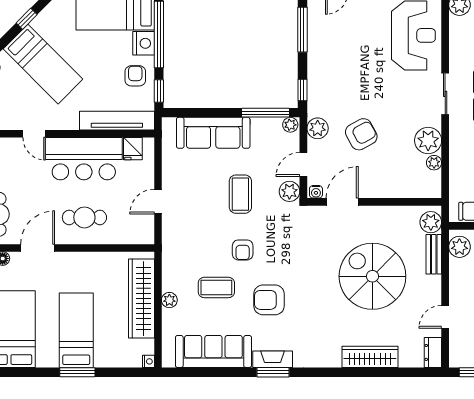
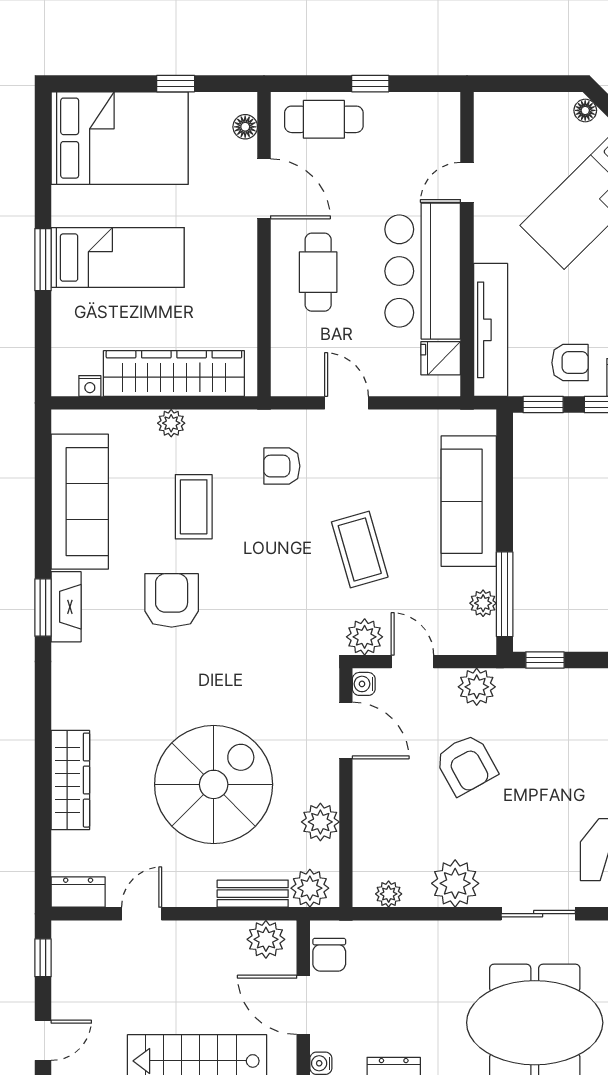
plant: (290, 125) -> (483, 603), moved
plant: (434, 163) -> (389, 894), moved
coffee table: (240, 194) -> (360, 549), turned 74
plant: (394, 216) -> (320, 822), added
armchair: (243, 250) -> (282, 466), moved
door: (445, 317) -> (142, 914), hinge flipped
nightstand: (148, 361) -> (90, 386), moved

